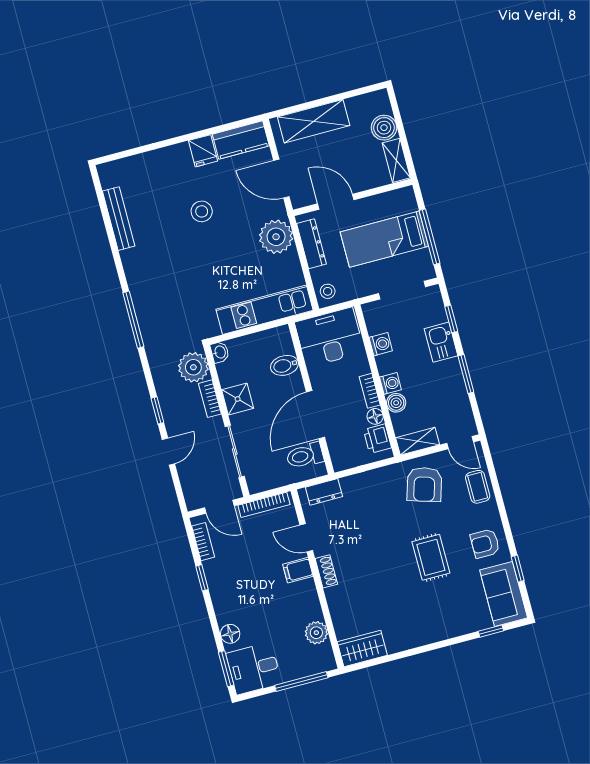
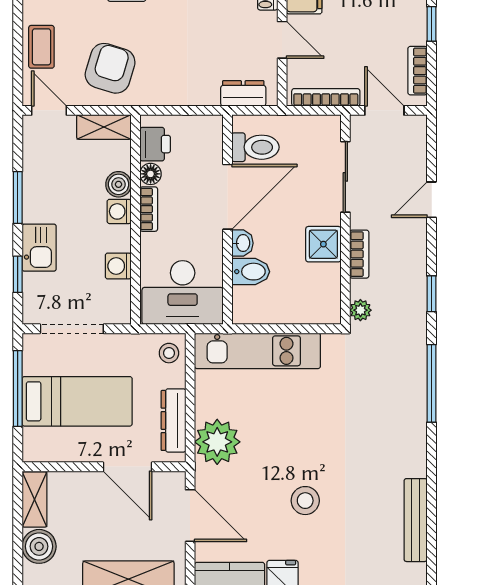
washbasin: (220, 352) -> (242, 243), moved, turned 180
plant: (193, 367) -> (360, 310), width x0.53, depth x0.53
window: (157, 410) -> (432, 294), moved

